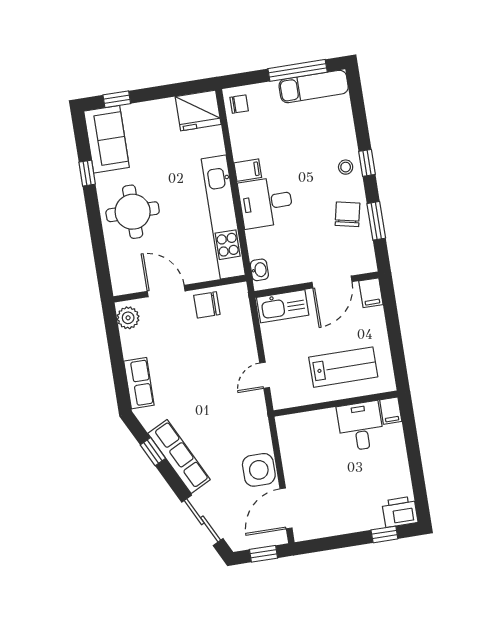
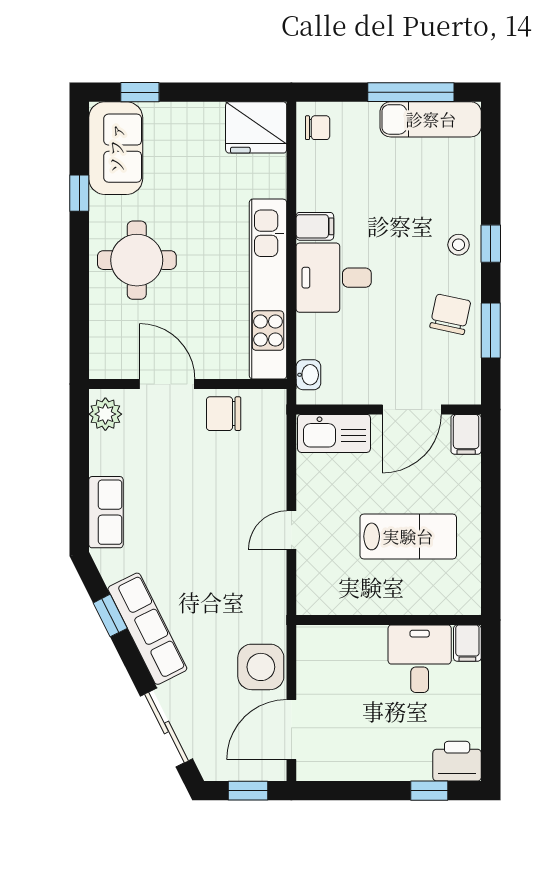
wall: (336, 404) -> (389, 620), moved
filing cabinet: (391, 411) -> (467, 643), moved
desk: (360, 426) -> (420, 659), moved

